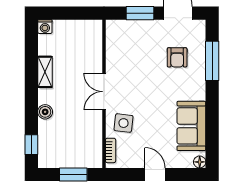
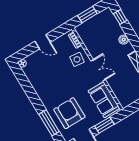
armchair: (177, 57) -> (69, 113), width x1.88, depth x1.88
sofa: (191, 126) -> (104, 100), moved, turned 180

